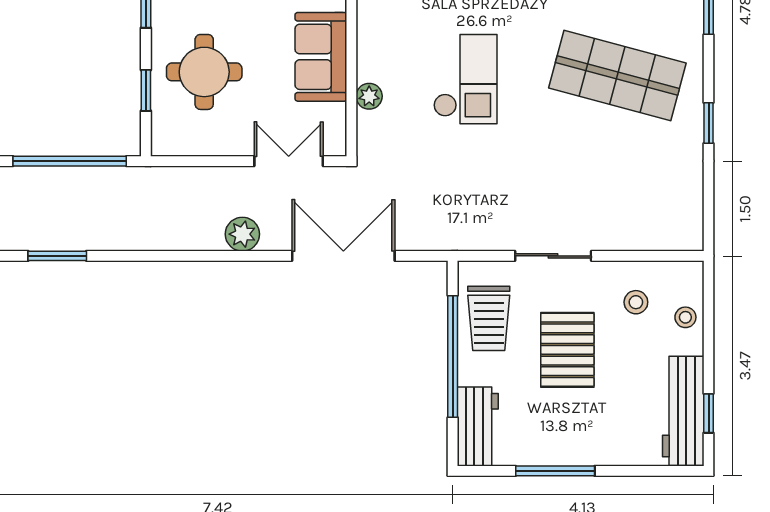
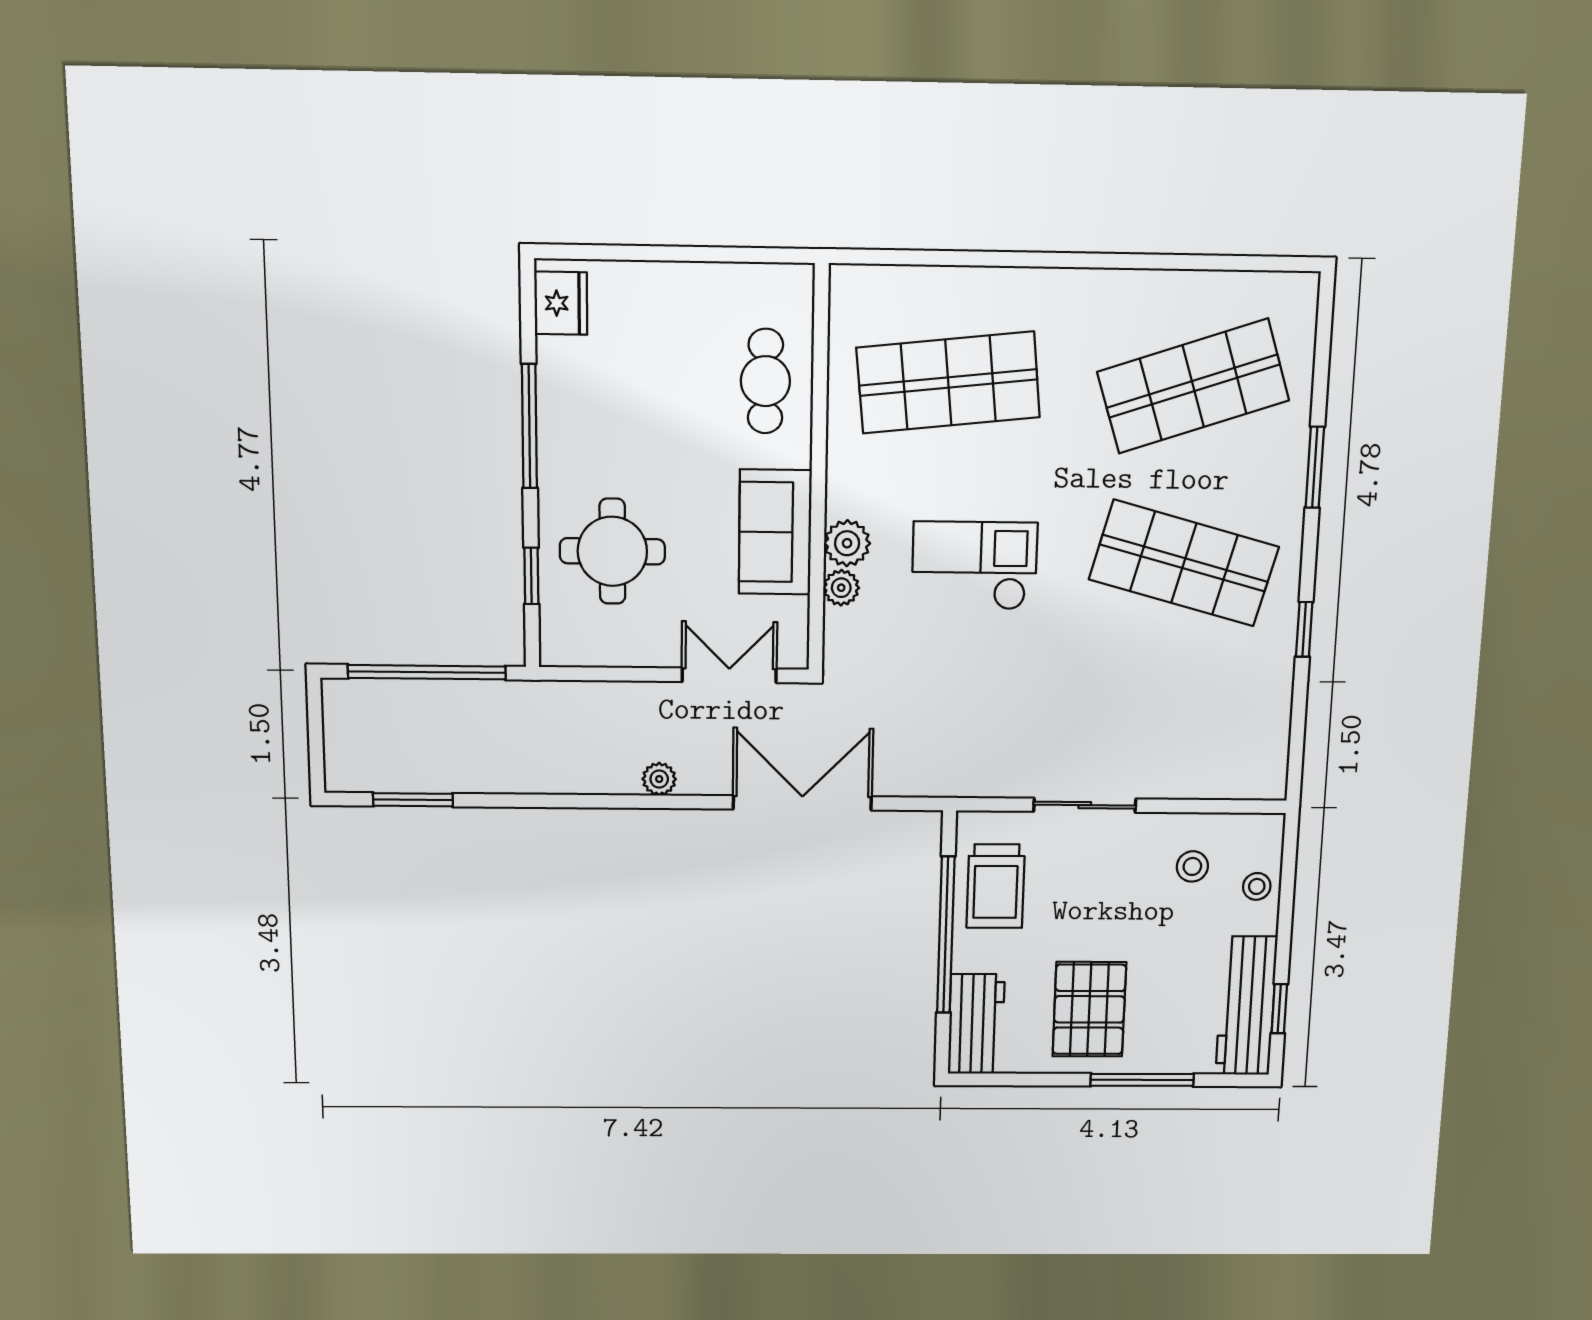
plant: (373, 64) -> (847, 543), added
checkout: (465, 79) -> (974, 566), turned -90
plant: (242, 234) -> (659, 779), width x0.73, depth x0.73
pallet: (567, 350) -> (1089, 1009), moved
window: (555, 471) -> (1142, 1080), moved

